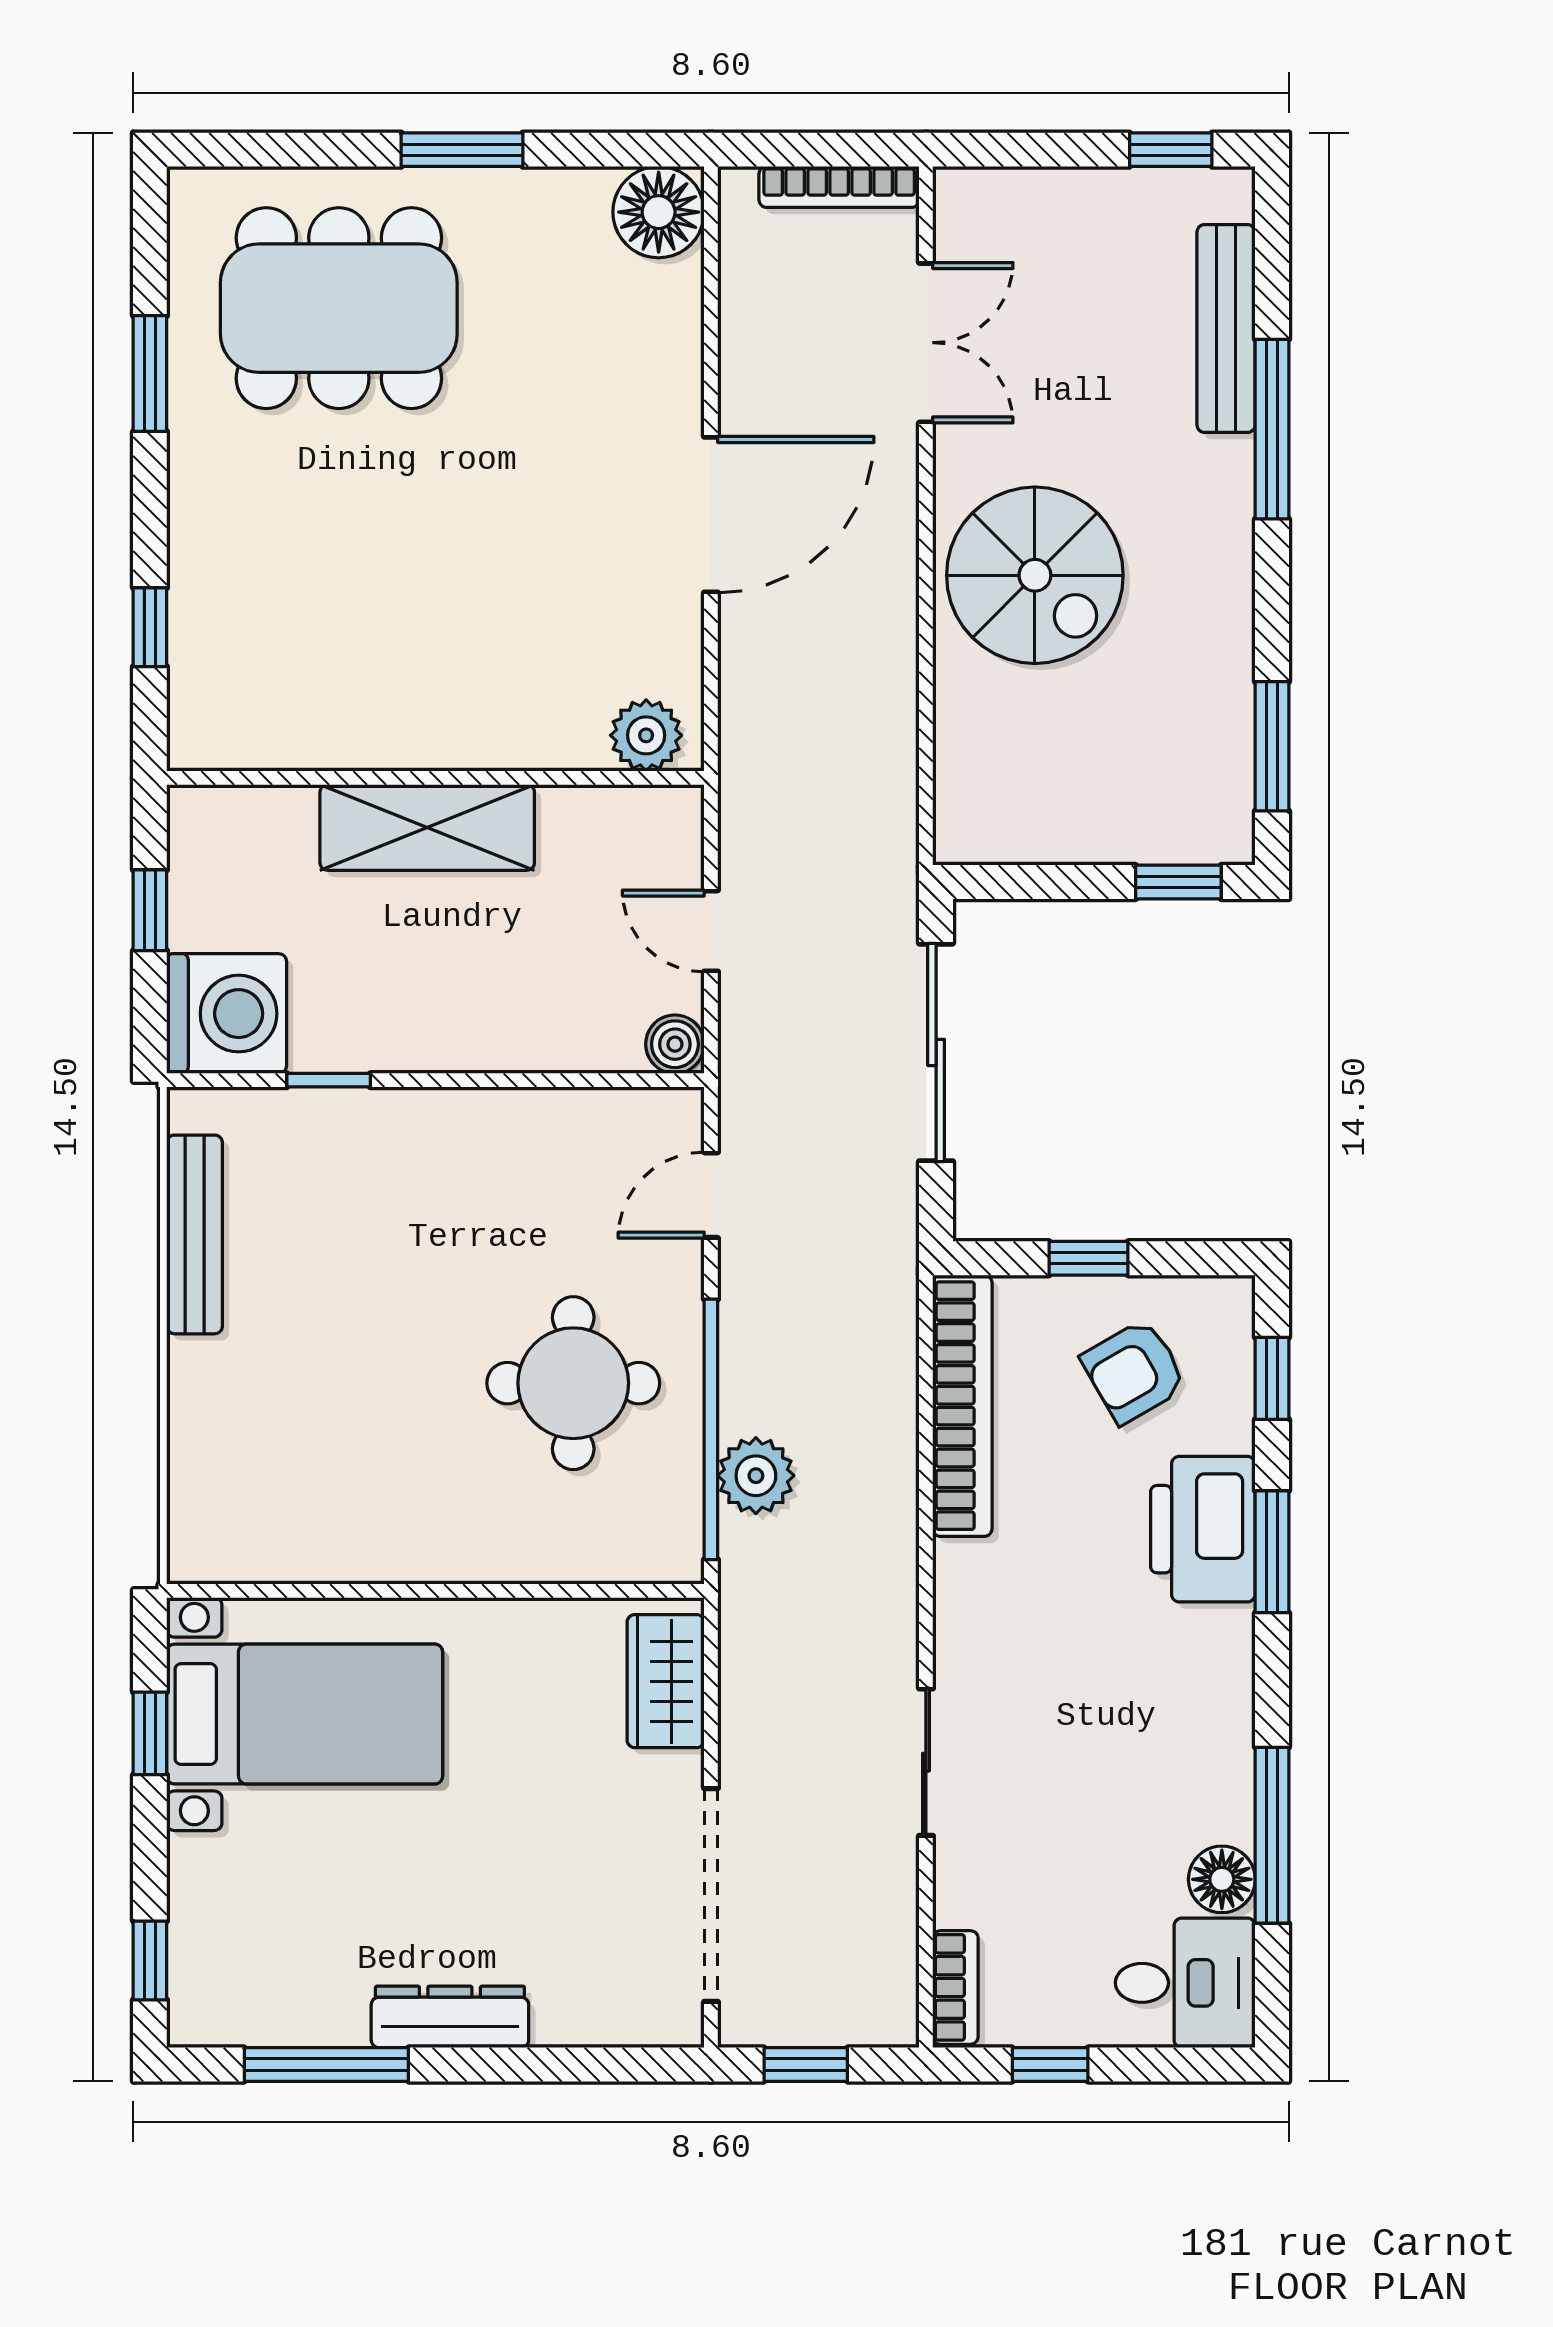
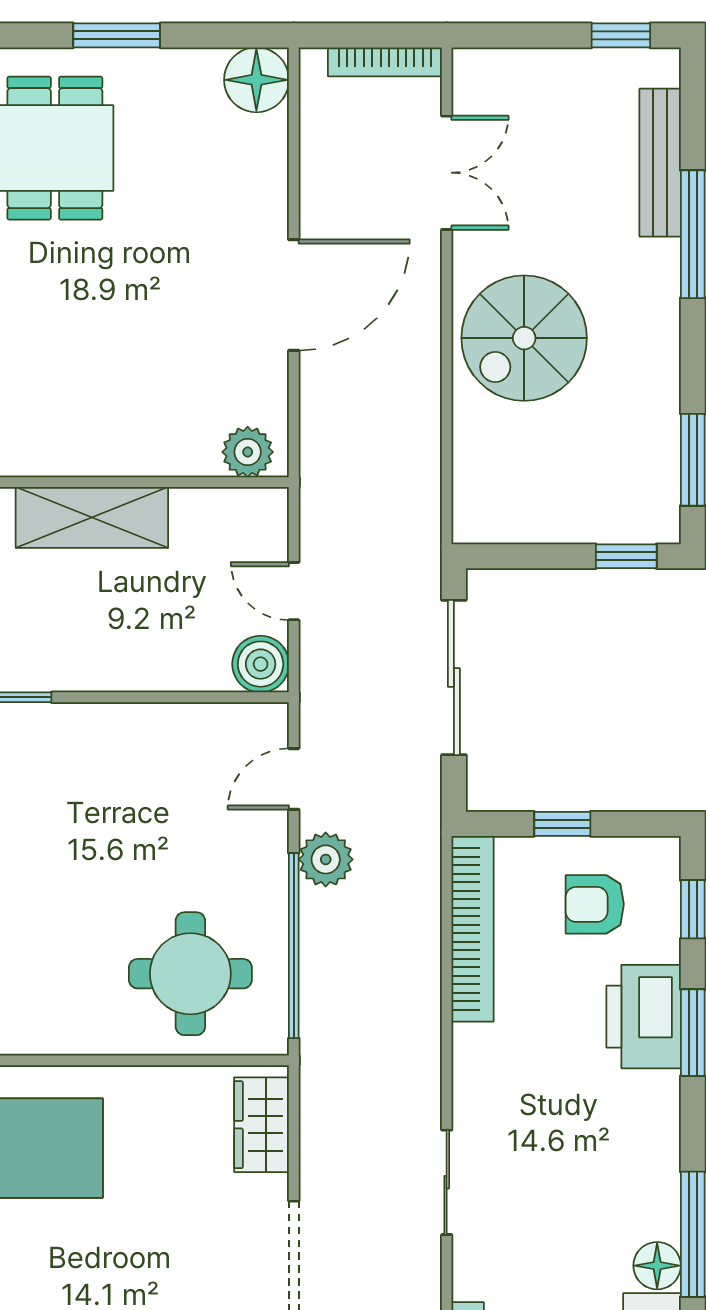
spiral stairs: (1035, 575) -> (524, 338), turned 90
boiler: (675, 1044) -> (261, 664), width x1.36, depth x1.36
armchair: (1134, 1371) -> (595, 904), turned 30
round table: (573, 1383) -> (190, 974), moved
plant: (756, 1476) -> (326, 859), moved

